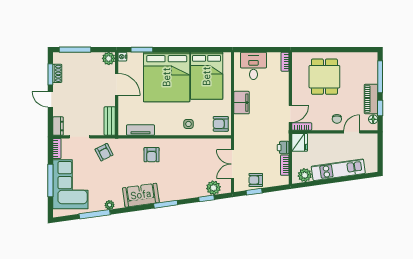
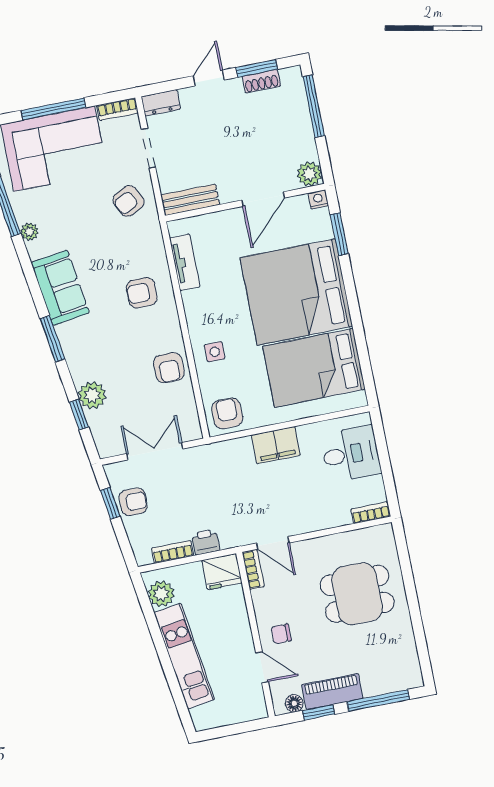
armchair: (192, 149) -> (169, 368), added
armchair: (256, 180) -> (133, 502), turned 90
plant: (213, 188) -> (92, 395), moved

